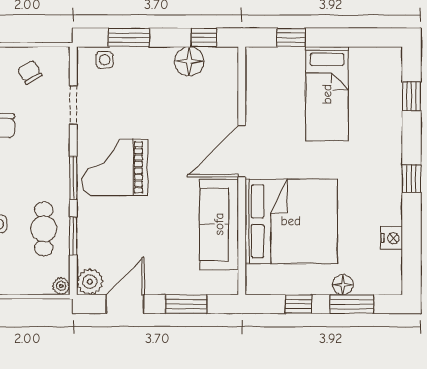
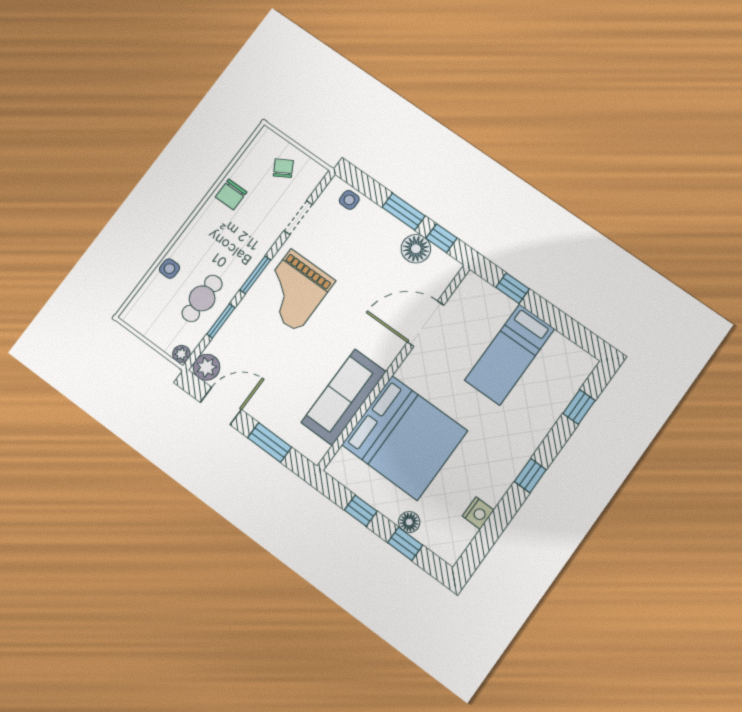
window: (129, 38) -> (404, 212), moved
door: (242, 151) -> (426, 324), moved
grand piano: (115, 167) -> (294, 290), turned -90
window: (352, 304) -> (405, 544), width x0.67

